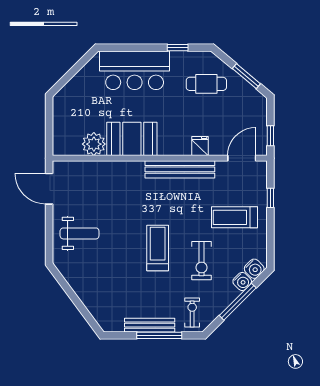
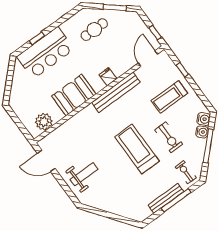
window: (178, 48) -> (37, 38), moved
plant: (94, 144) -> (44, 122), moved
fridge: (200, 146) -> (108, 77), moved
treadmill: (158, 248) -> (137, 149), width x1.37, depth x1.38

